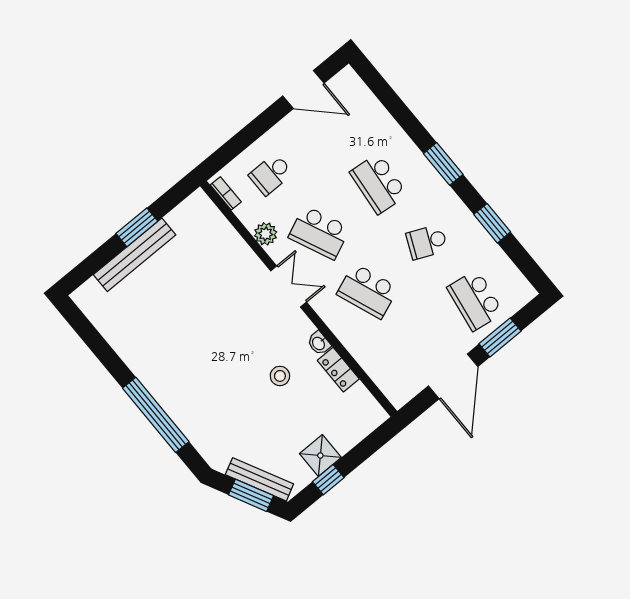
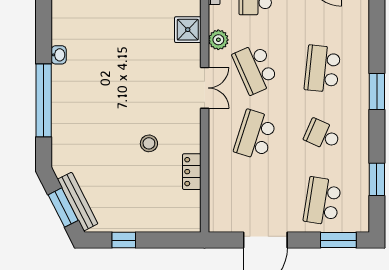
window: (492, 223) -> (377, 179), moved
school desk: (368, 291) -> (255, 135), turned 39
window: (500, 337) -> (338, 240), moved
washbasin: (319, 343) -> (59, 55), moved, turned 180
shower: (320, 456) -> (188, 30), moved

